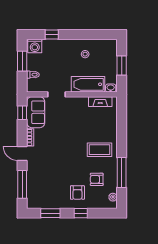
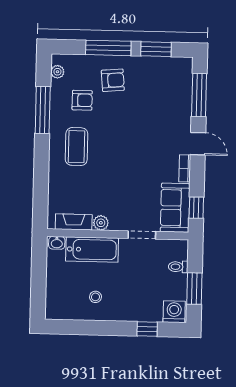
window: (122, 65) -> (39, 278), removed
plant: (83, 101) -> (101, 223), added
coffee table: (100, 150) -> (77, 147), turned 90
armchair: (77, 193) -> (113, 80), turned 85
window: (81, 213) -> (108, 48), width x2.17

